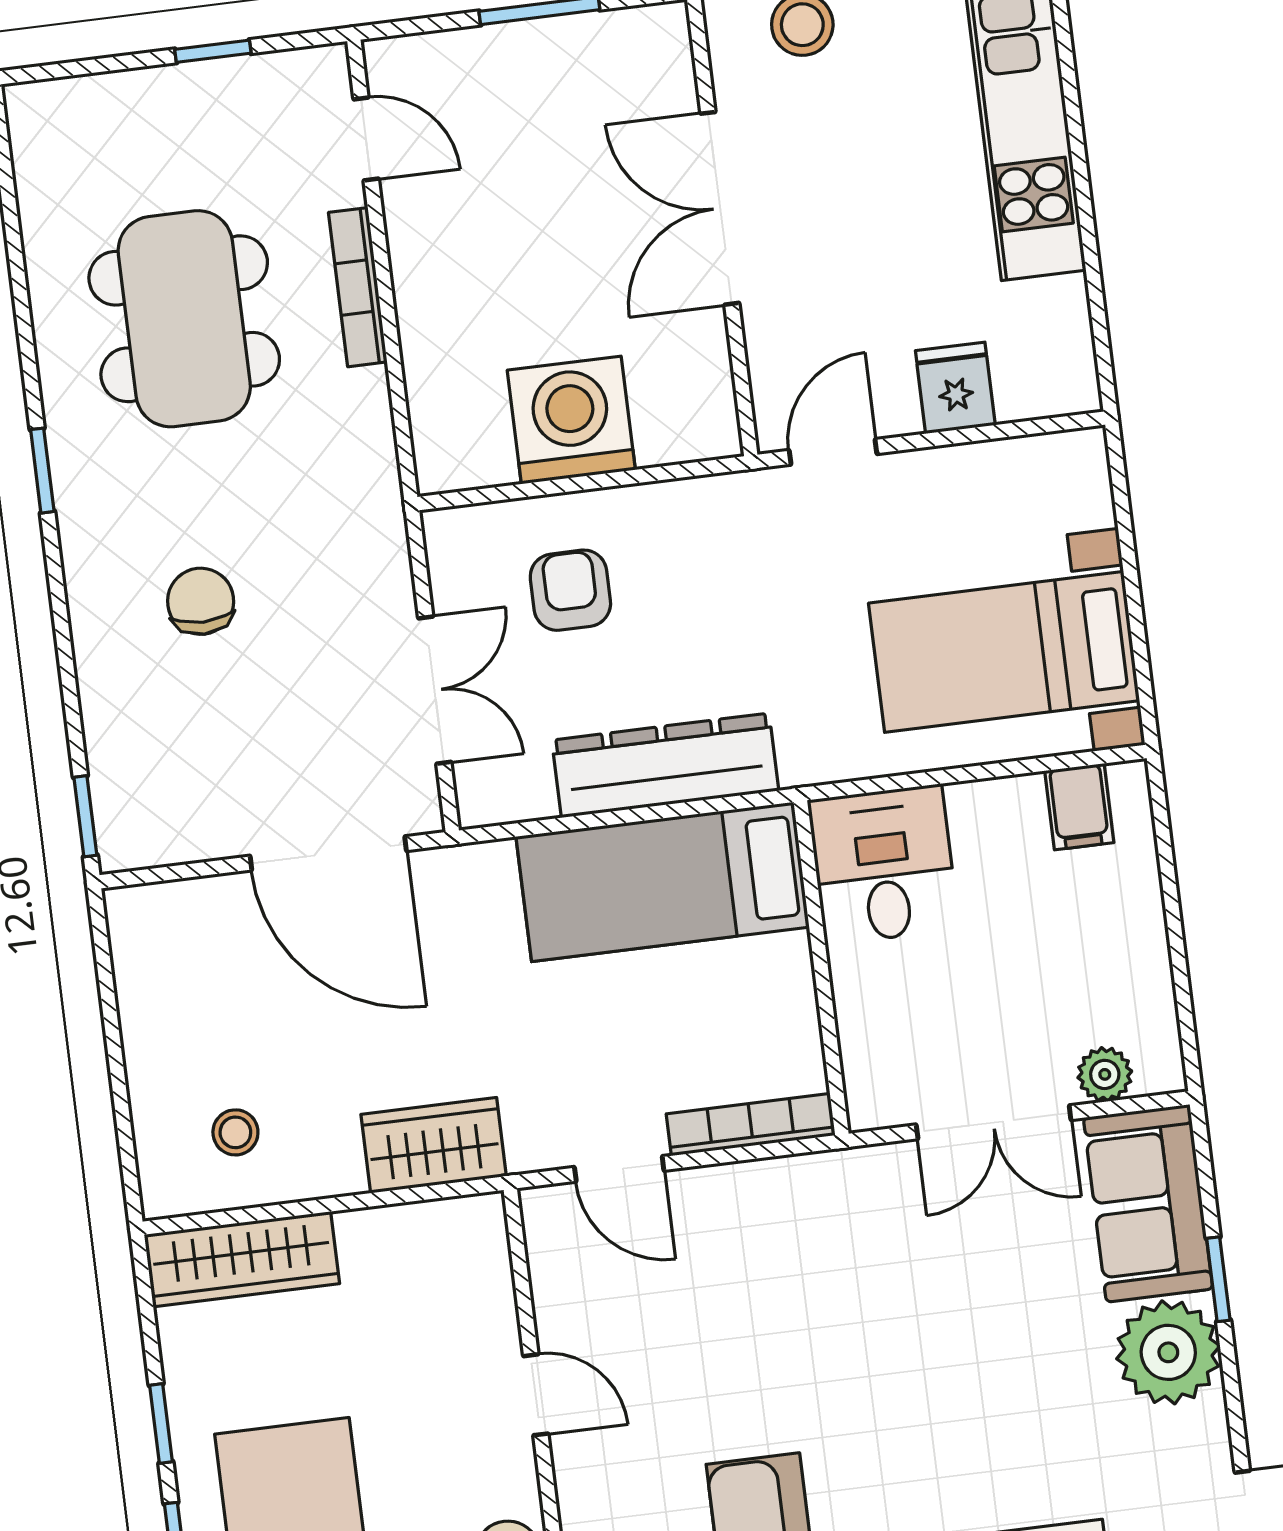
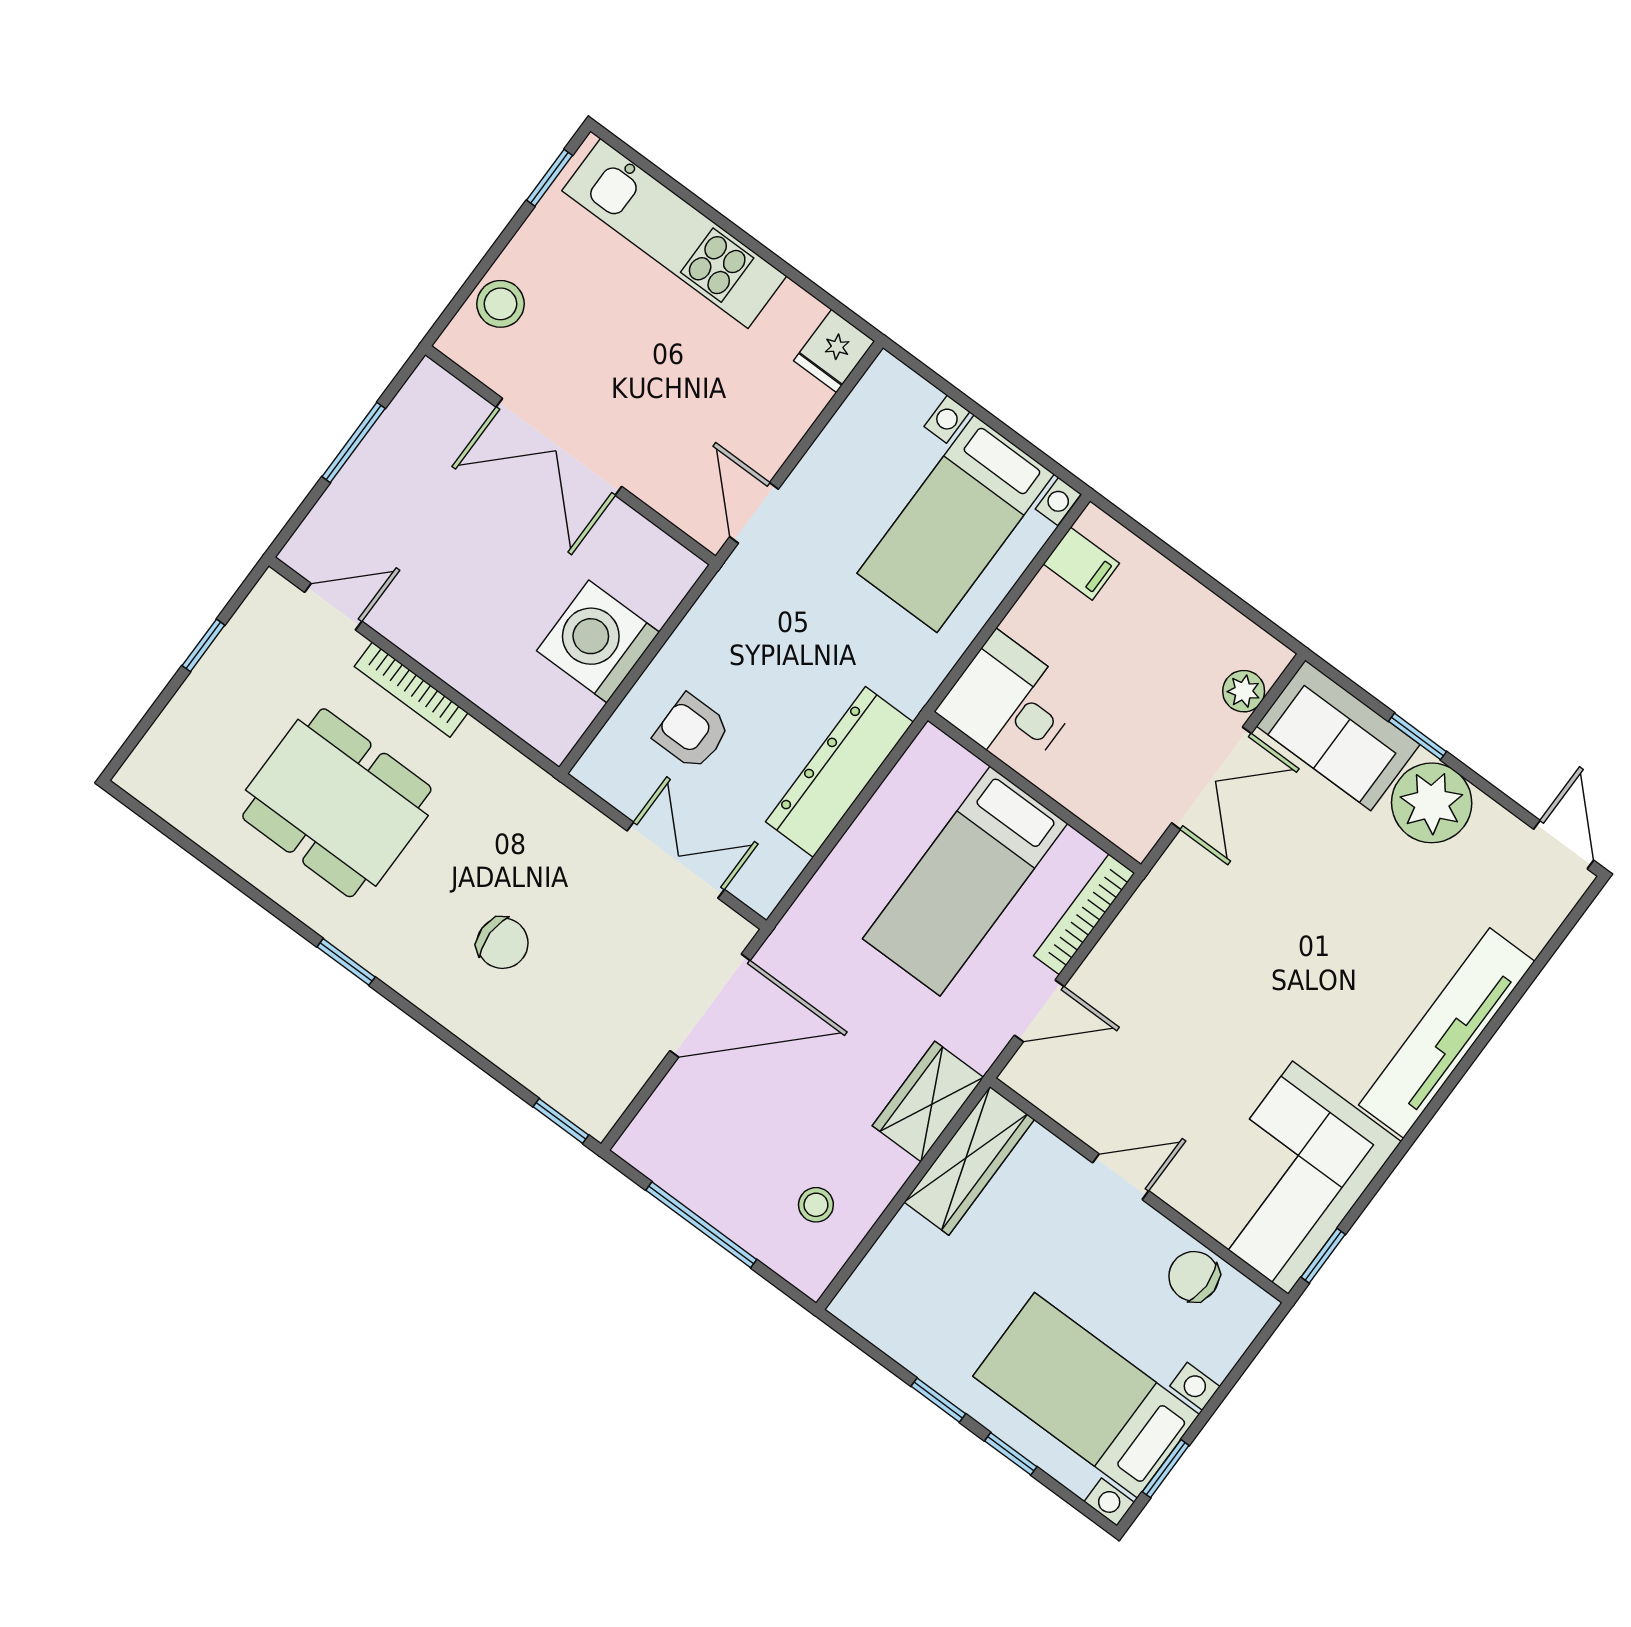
fridge: (955, 388) -> (834, 351), moved, turned -90
chair: (201, 601) -> (502, 943), turned 180
bed: (663, 882) -> (965, 881), moved
window: (114, 1042) -> (701, 1225), added
wardrobe: (242, 1259) -> (969, 1161), moved

